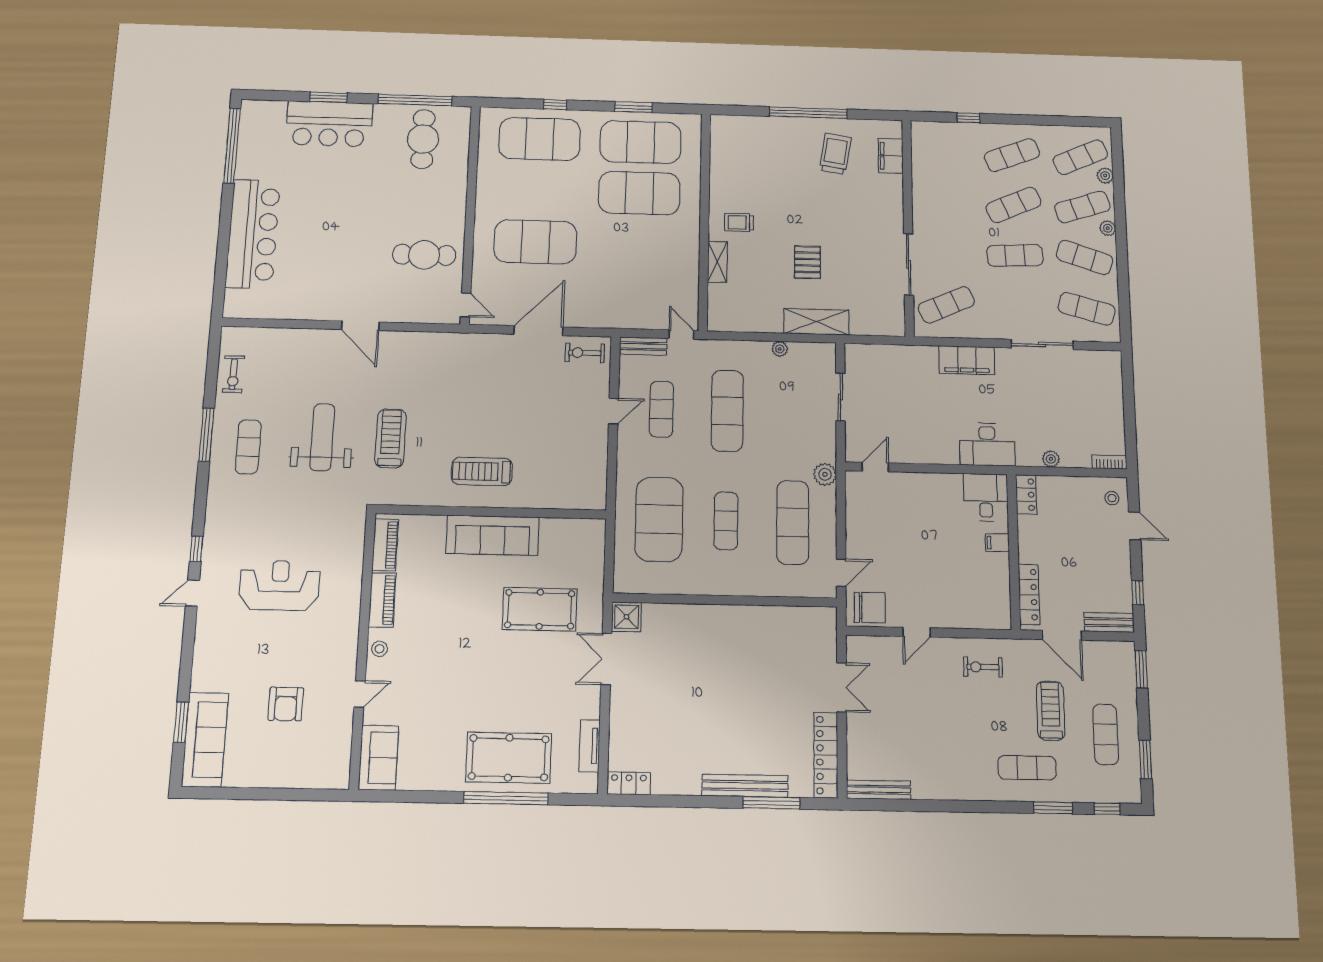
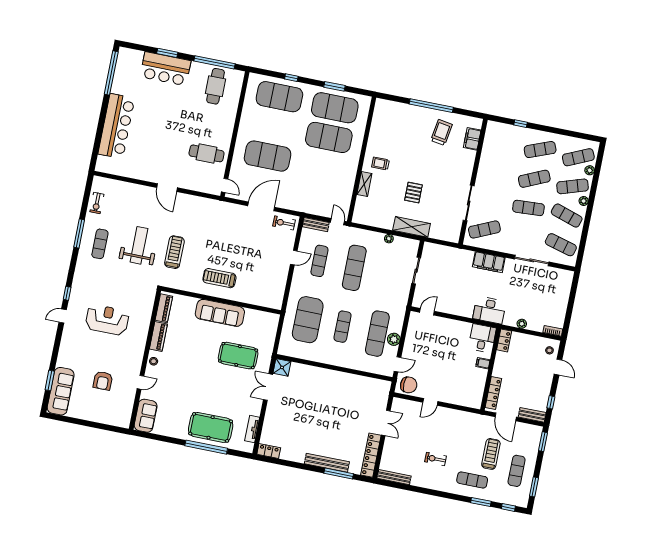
plant: (825, 474) -> (394, 339), moved
exercise bike: (983, 667) -> (436, 459), moved

